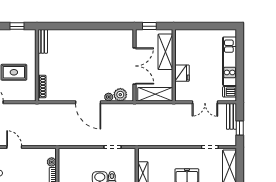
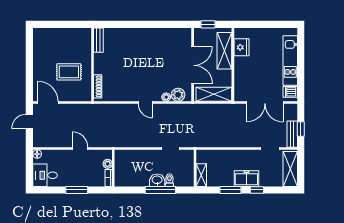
window: (17, 26) -> (72, 24), removed
fridge: (182, 73) -> (241, 47), moved
door: (88, 102) -> (145, 103), width x0.53
double door: (205, 102) -> (265, 103), width x1.37
bench: (231, 116) -> (292, 134), moved
door: (14, 147) -> (80, 149), moved

